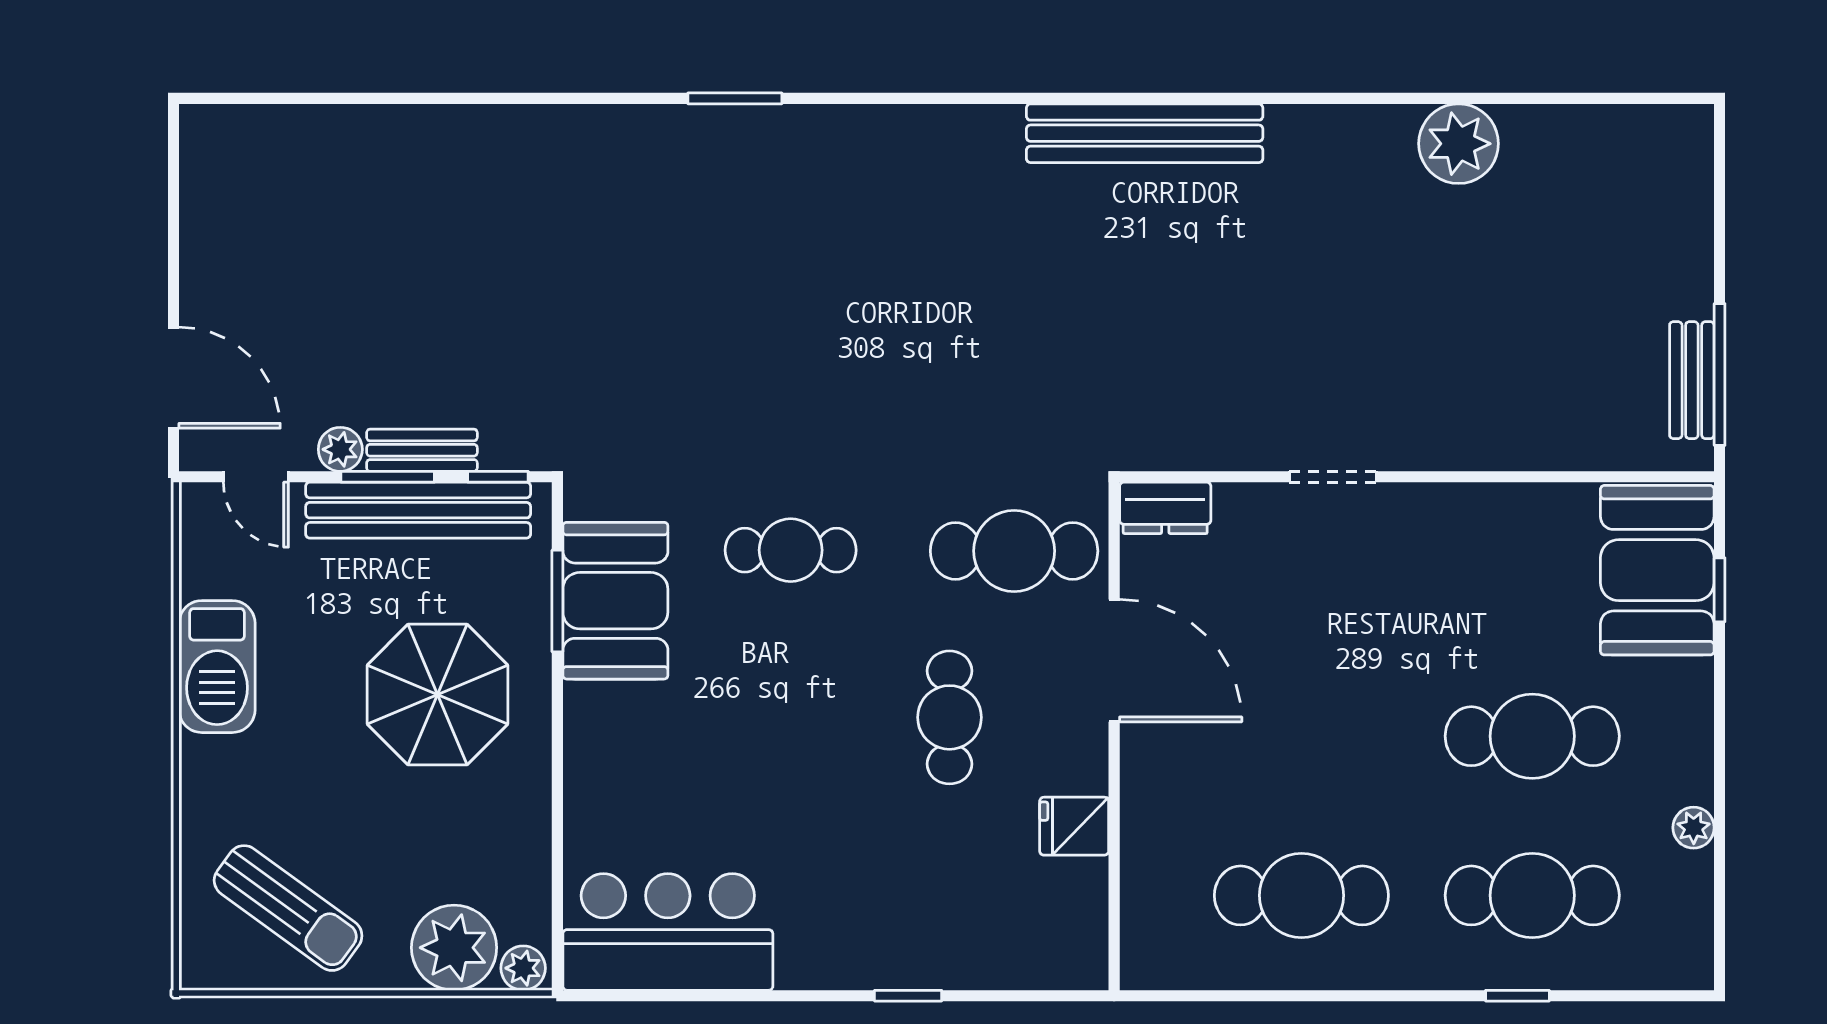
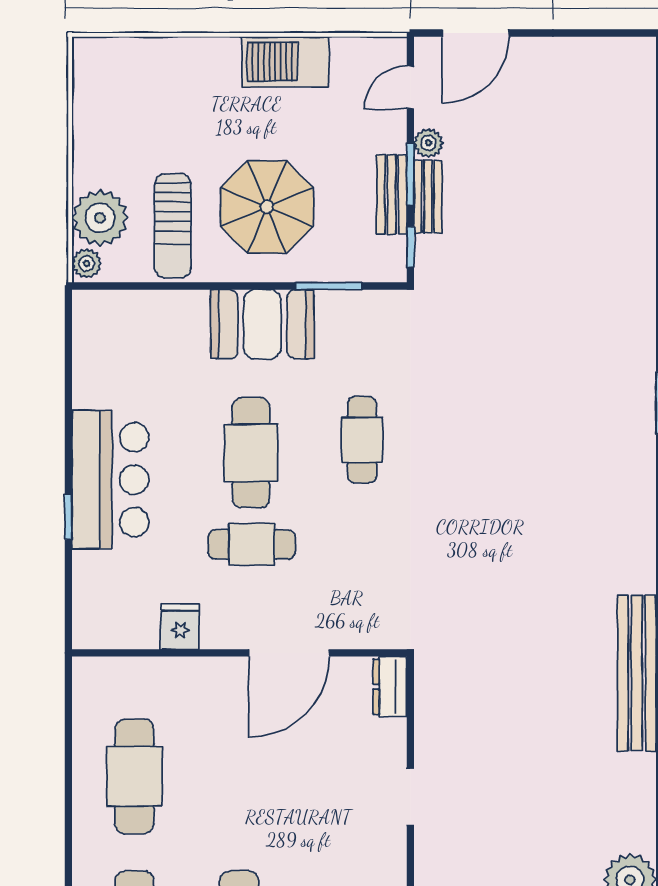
bench: (418, 510) -> (392, 194), width x0.54, depth x0.82
cafe table: (1014, 551) -> (251, 453), moved
booth: (615, 601) -> (262, 324), moved
sun lounger: (288, 908) -> (173, 226), moved, turned -36
bar counter: (668, 932) -> (110, 480), moved

